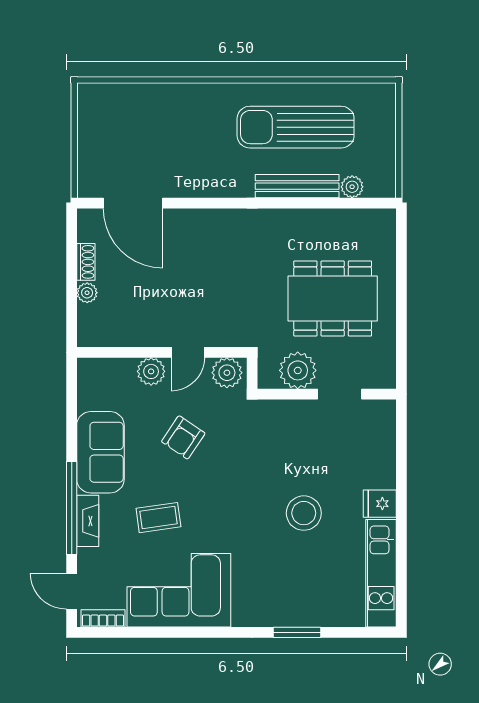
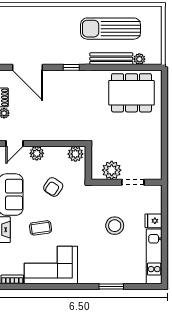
window: (219, 203) -> (71, 67), added
dining table: (333, 298) -> (131, 93), moved
door: (188, 352) -> (14, 144), moved
plant: (298, 370) -> (112, 170), moved
wall: (327, 394) -> (126, 182), moved
doorway: (340, 394) -> (133, 182), moved

